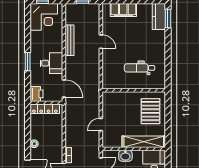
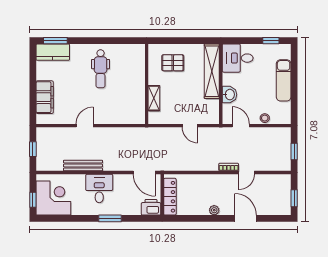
desk: (51, 63) -> (99, 188), moved
dental chair: (140, 68) -> (101, 69), moved
door: (64, 89) -> (144, 172), swing flipped
shelving: (123, 96) -> (154, 98), added
pallet: (150, 111) -> (173, 63), width x0.67, depth x0.71

